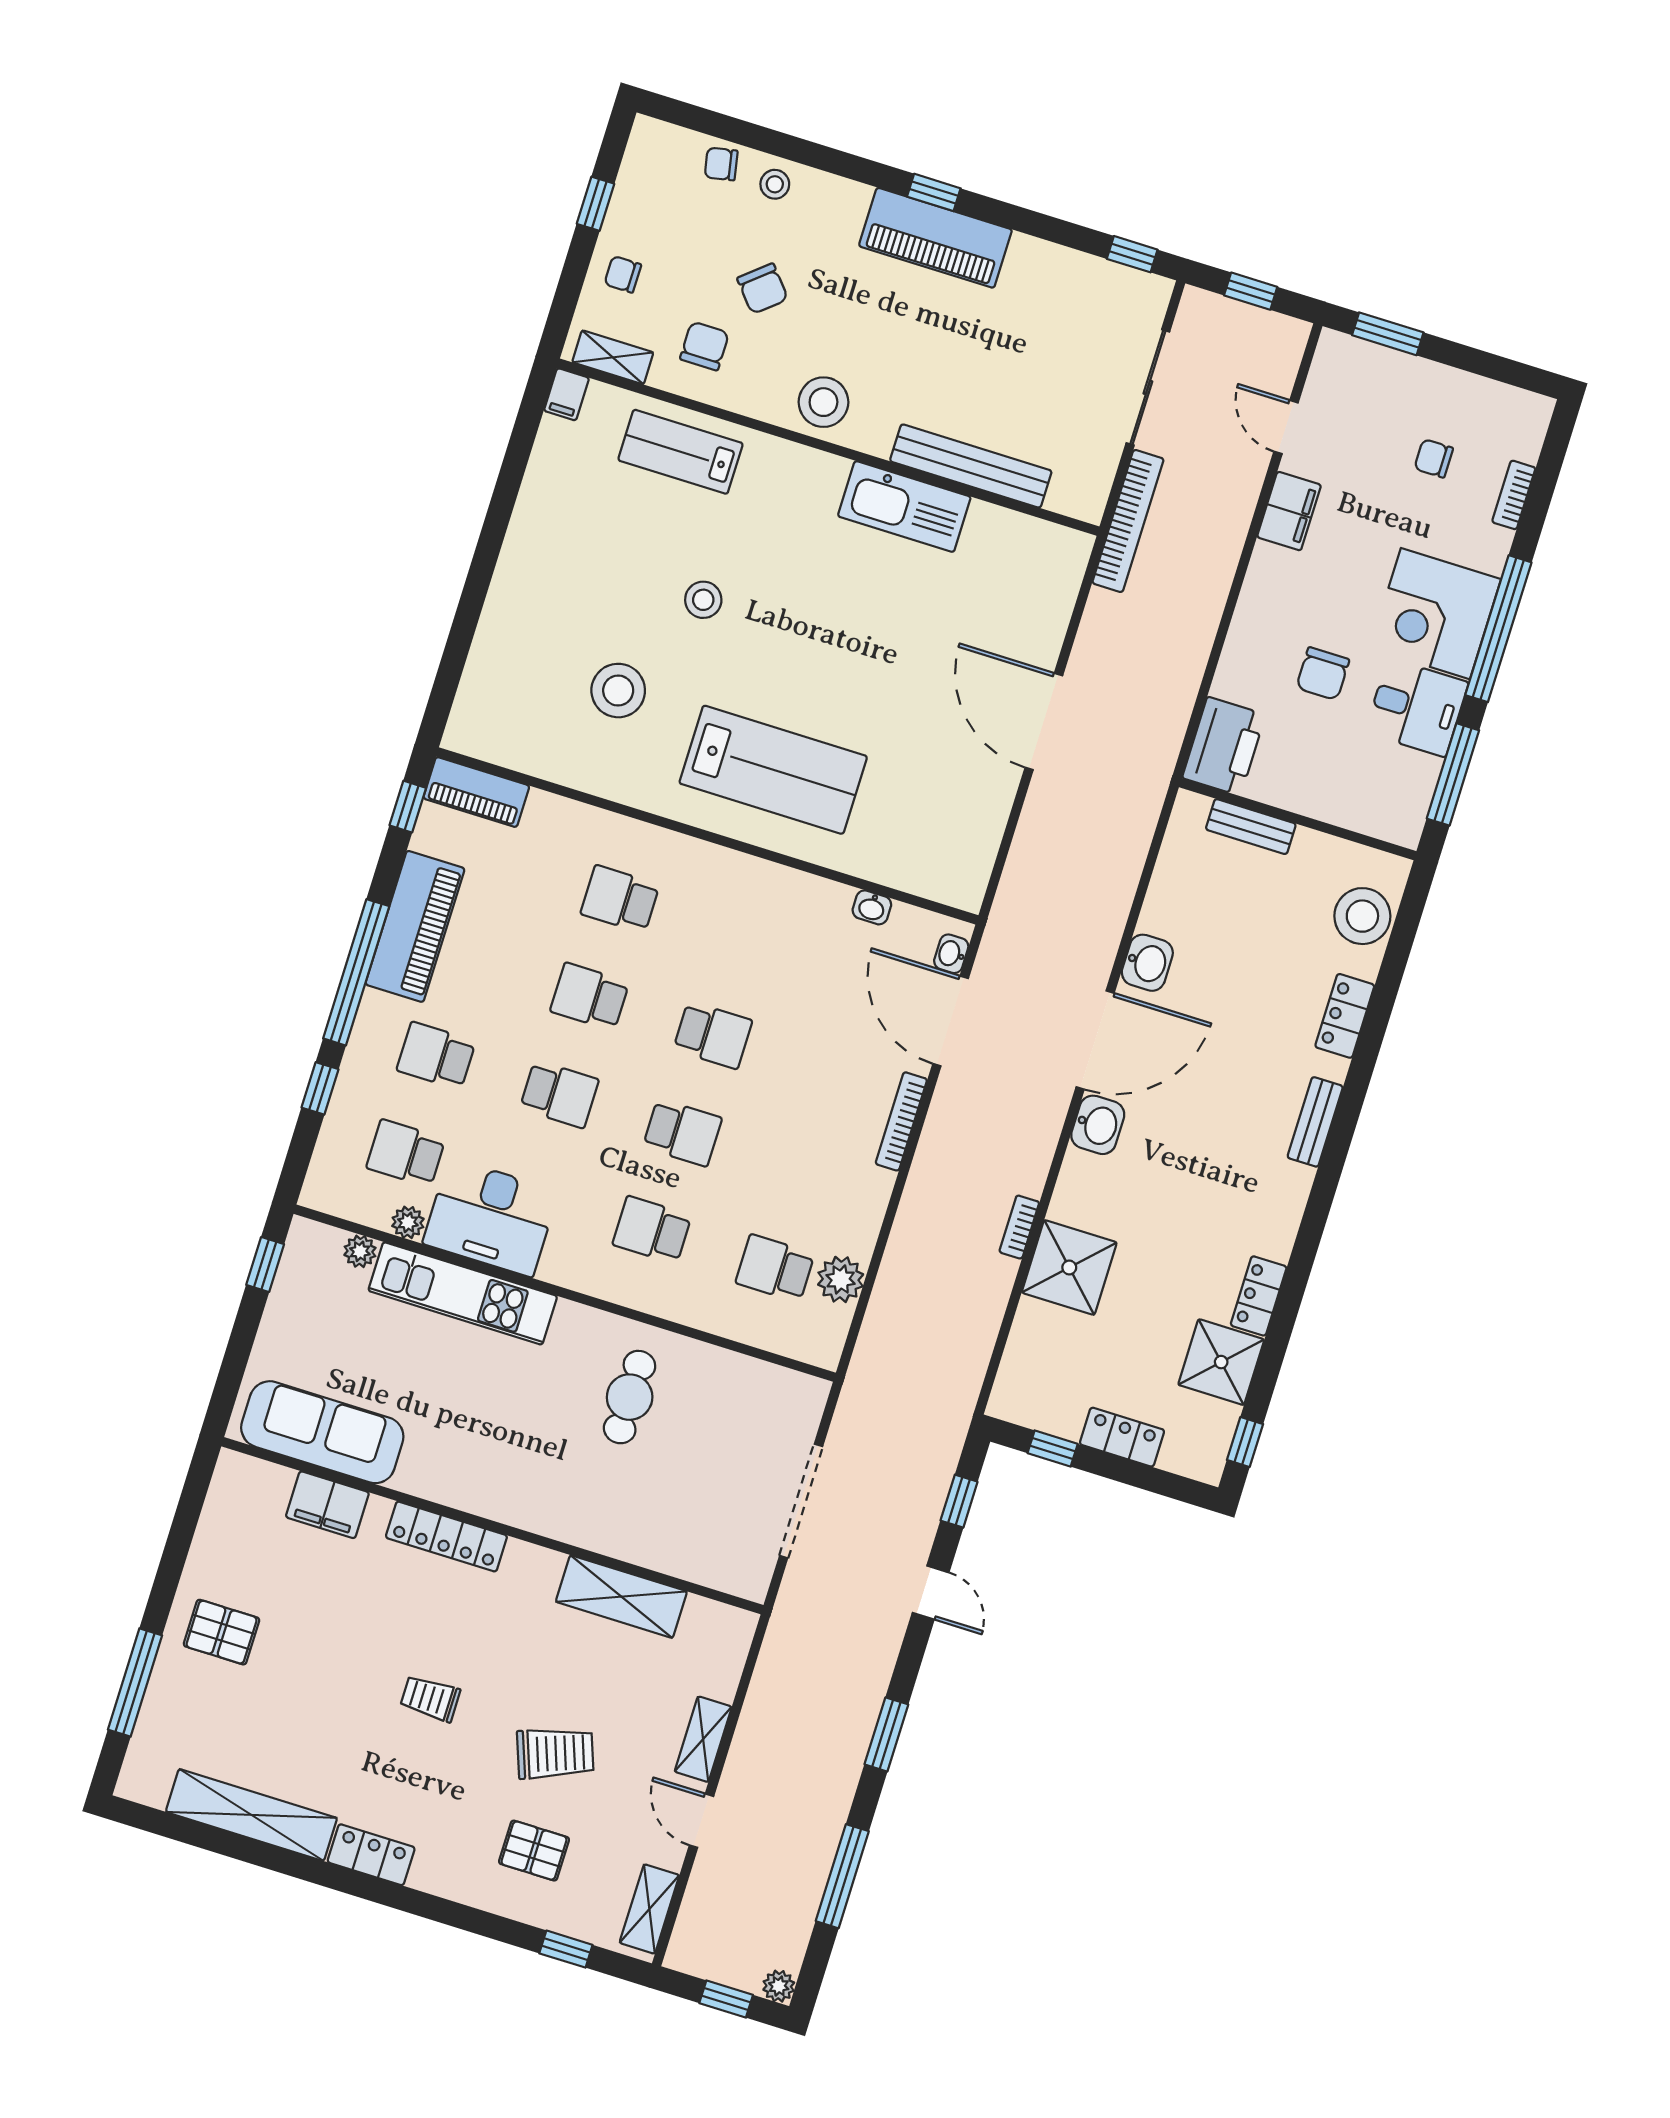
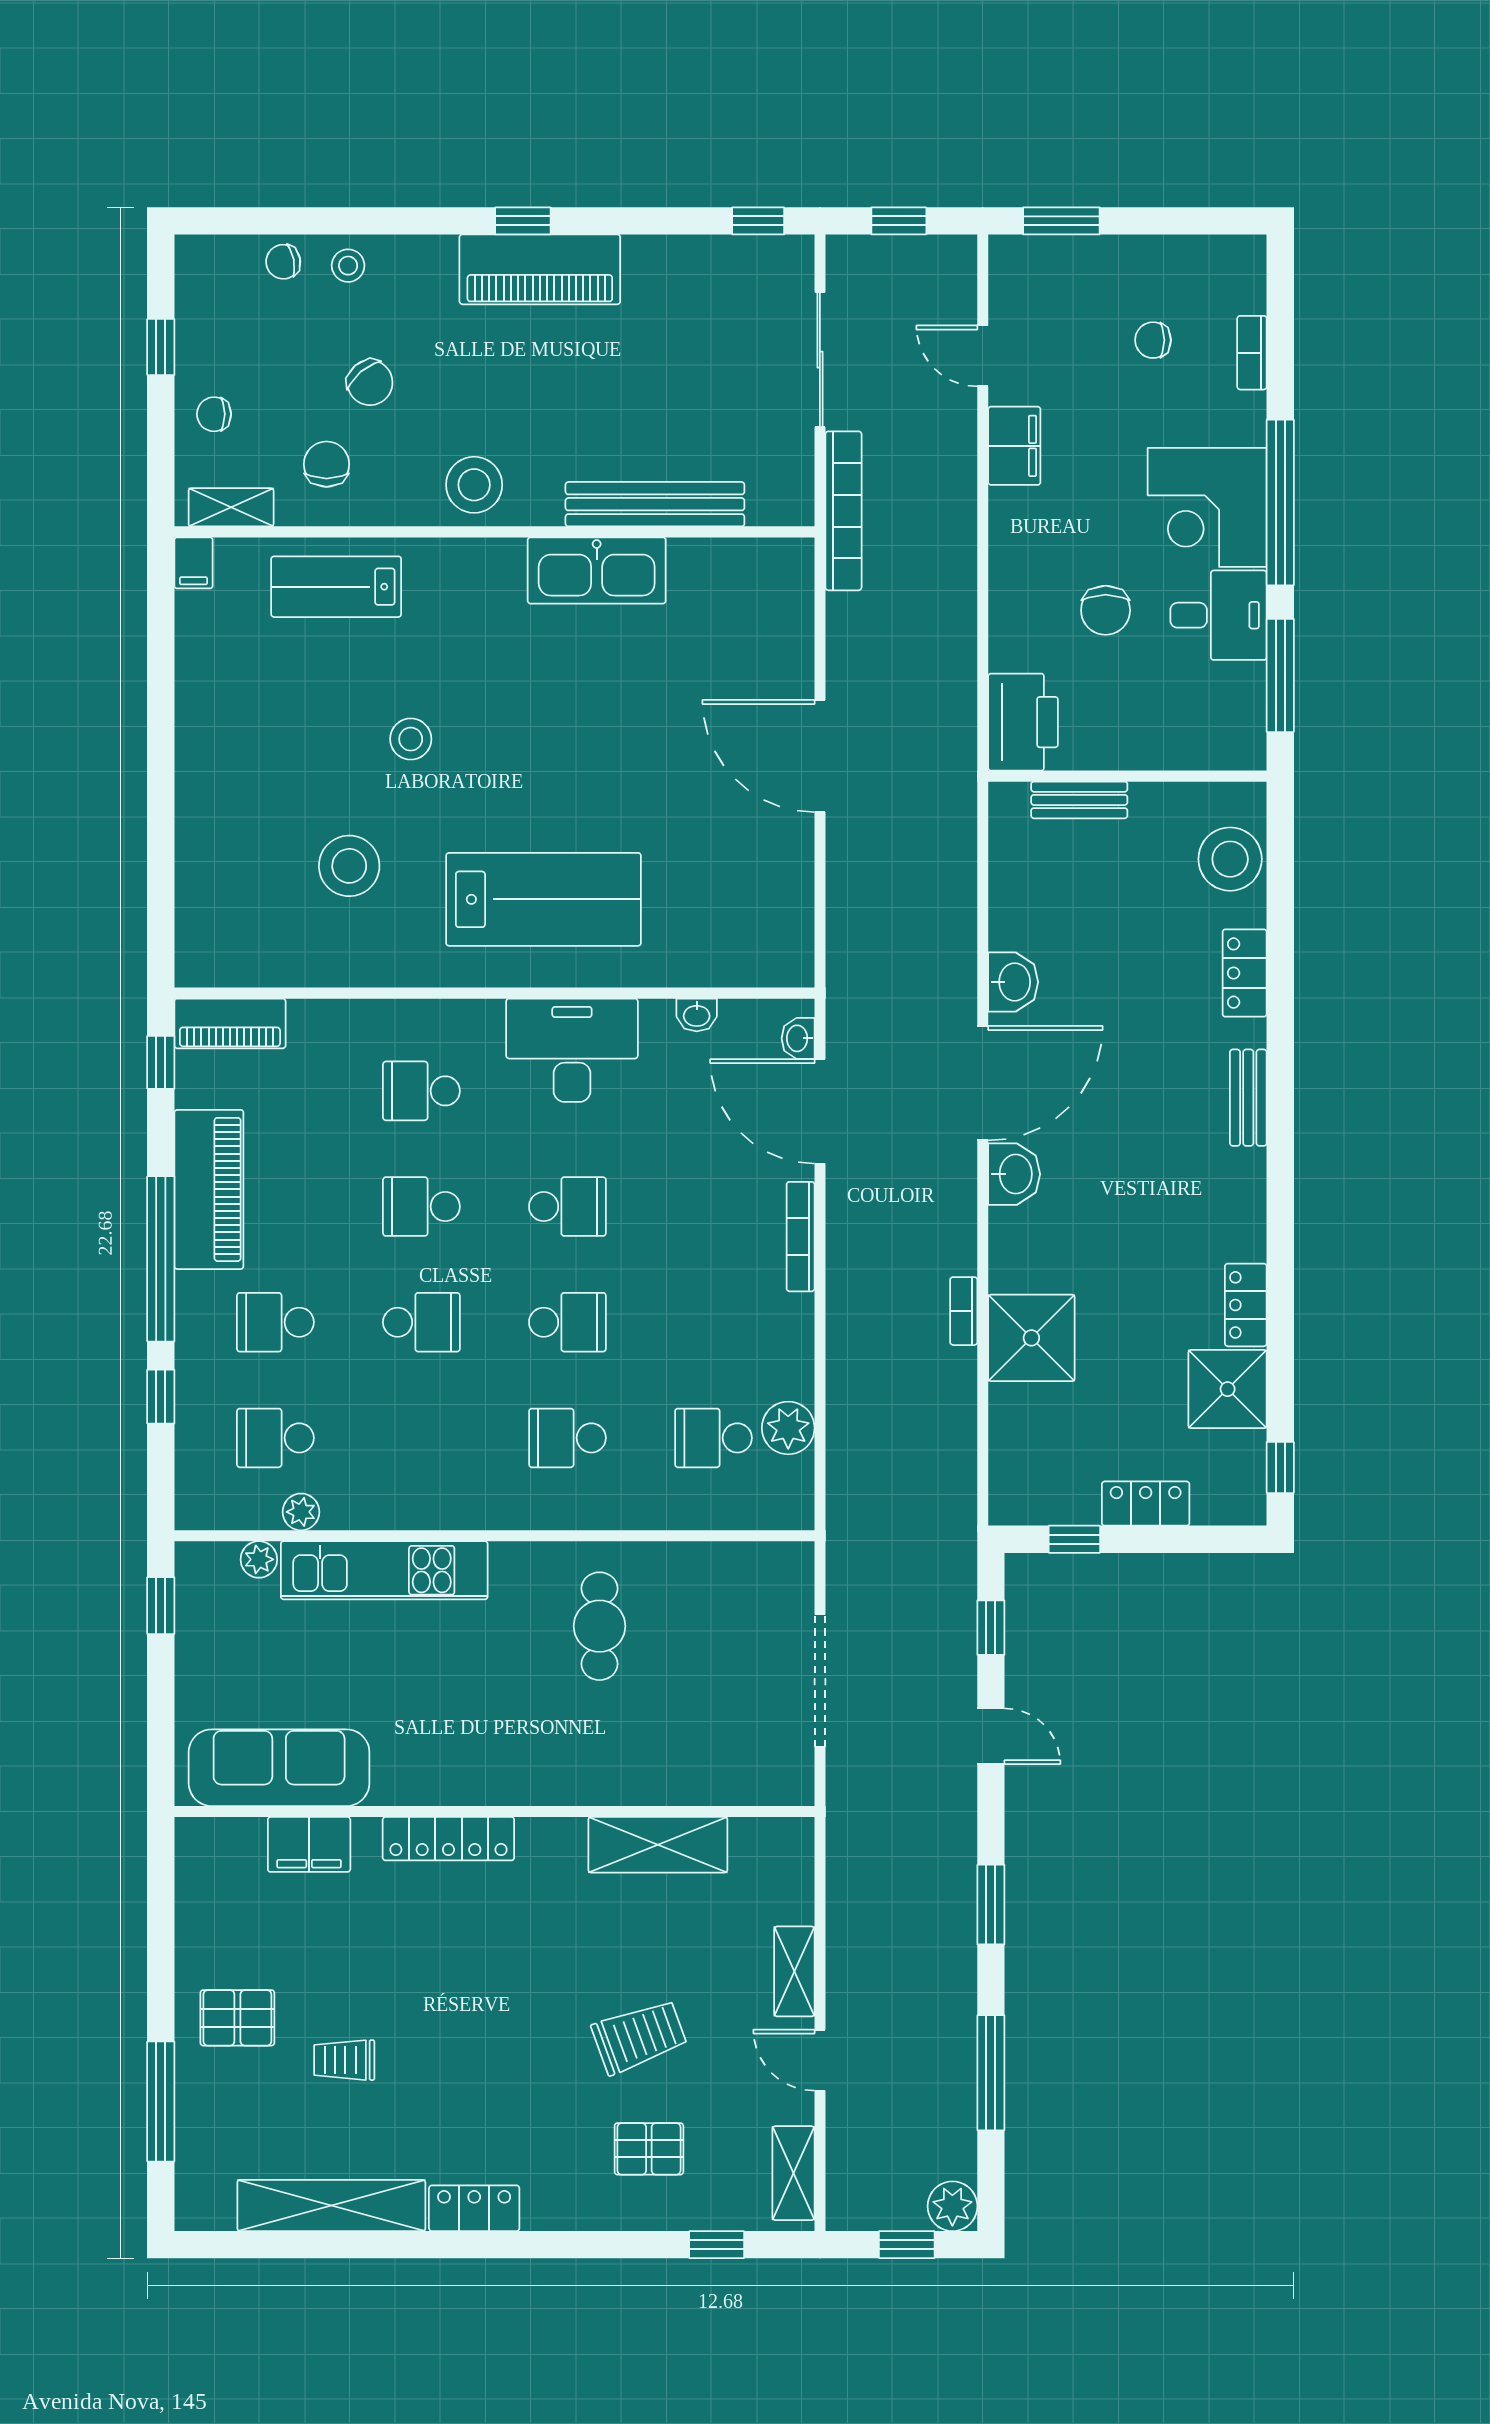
desk: (491, 1217) -> (572, 1050), moved, turned 180
trolley: (430, 1698) -> (344, 2060), moved
plant: (779, 1986) -> (952, 2206), width x1.38, depth x1.38

